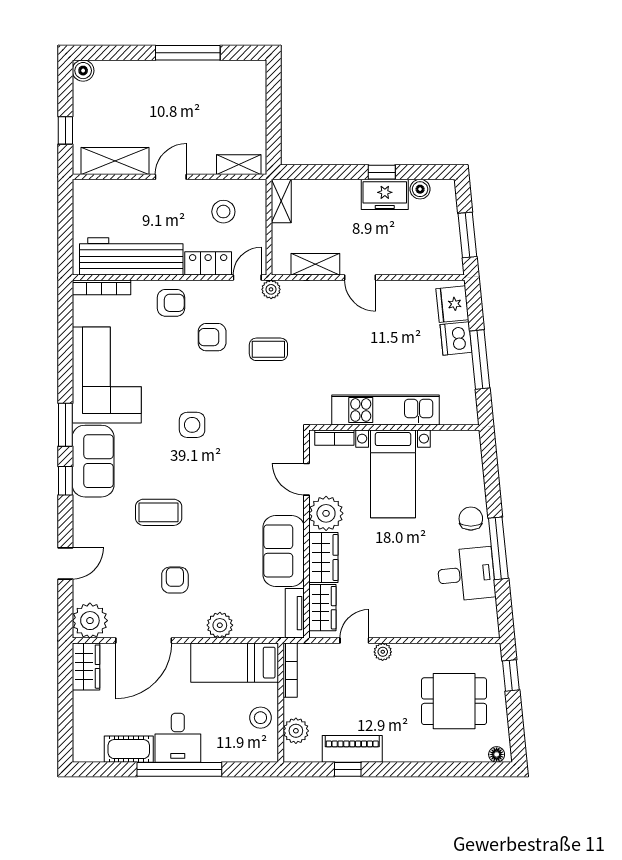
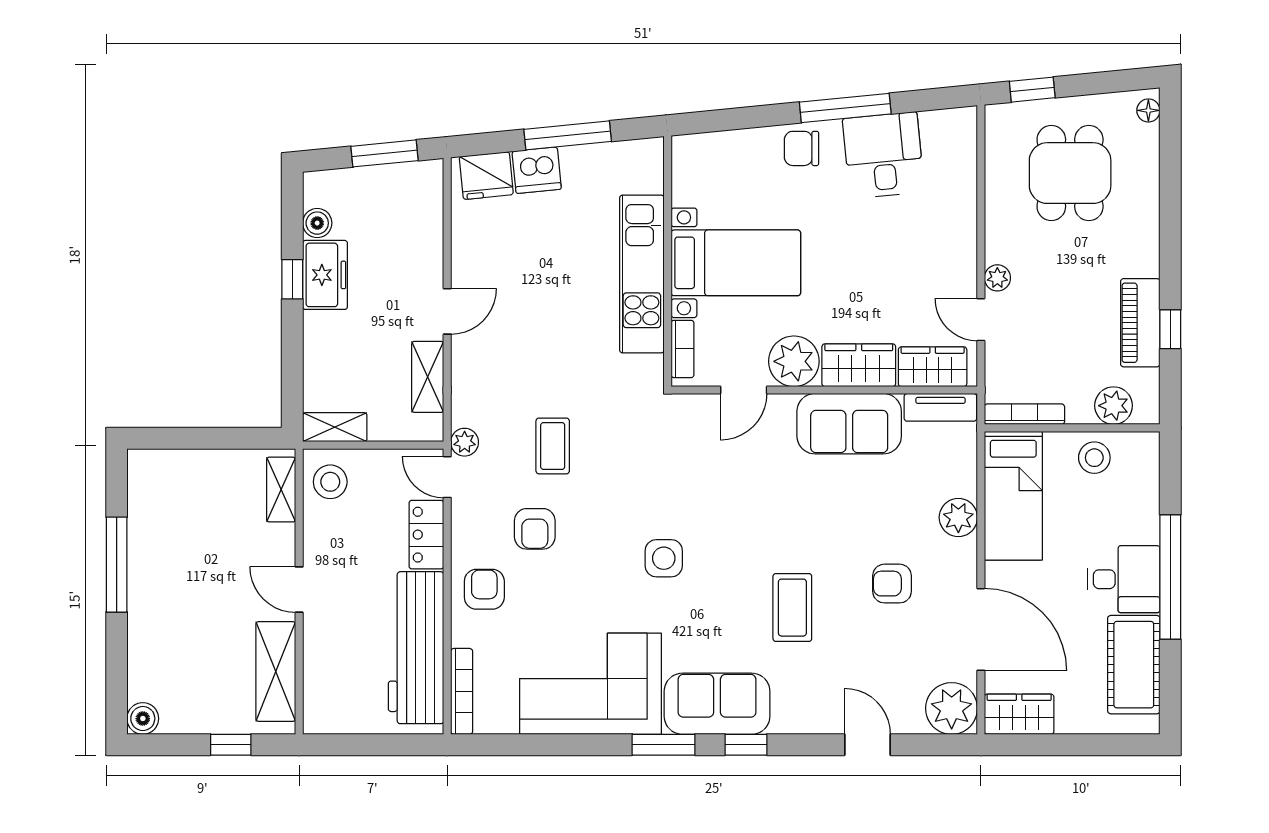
stool: (223, 212) -> (330, 482), moved
cot: (129, 749) -> (1134, 665), width x1.37, depth x1.34

